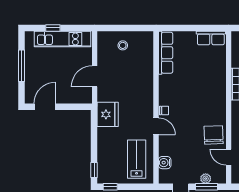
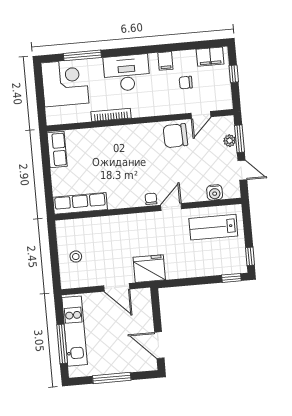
window: (53, 28) -> (62, 344), width x2.17
fridge: (108, 114) -> (149, 269), moved

